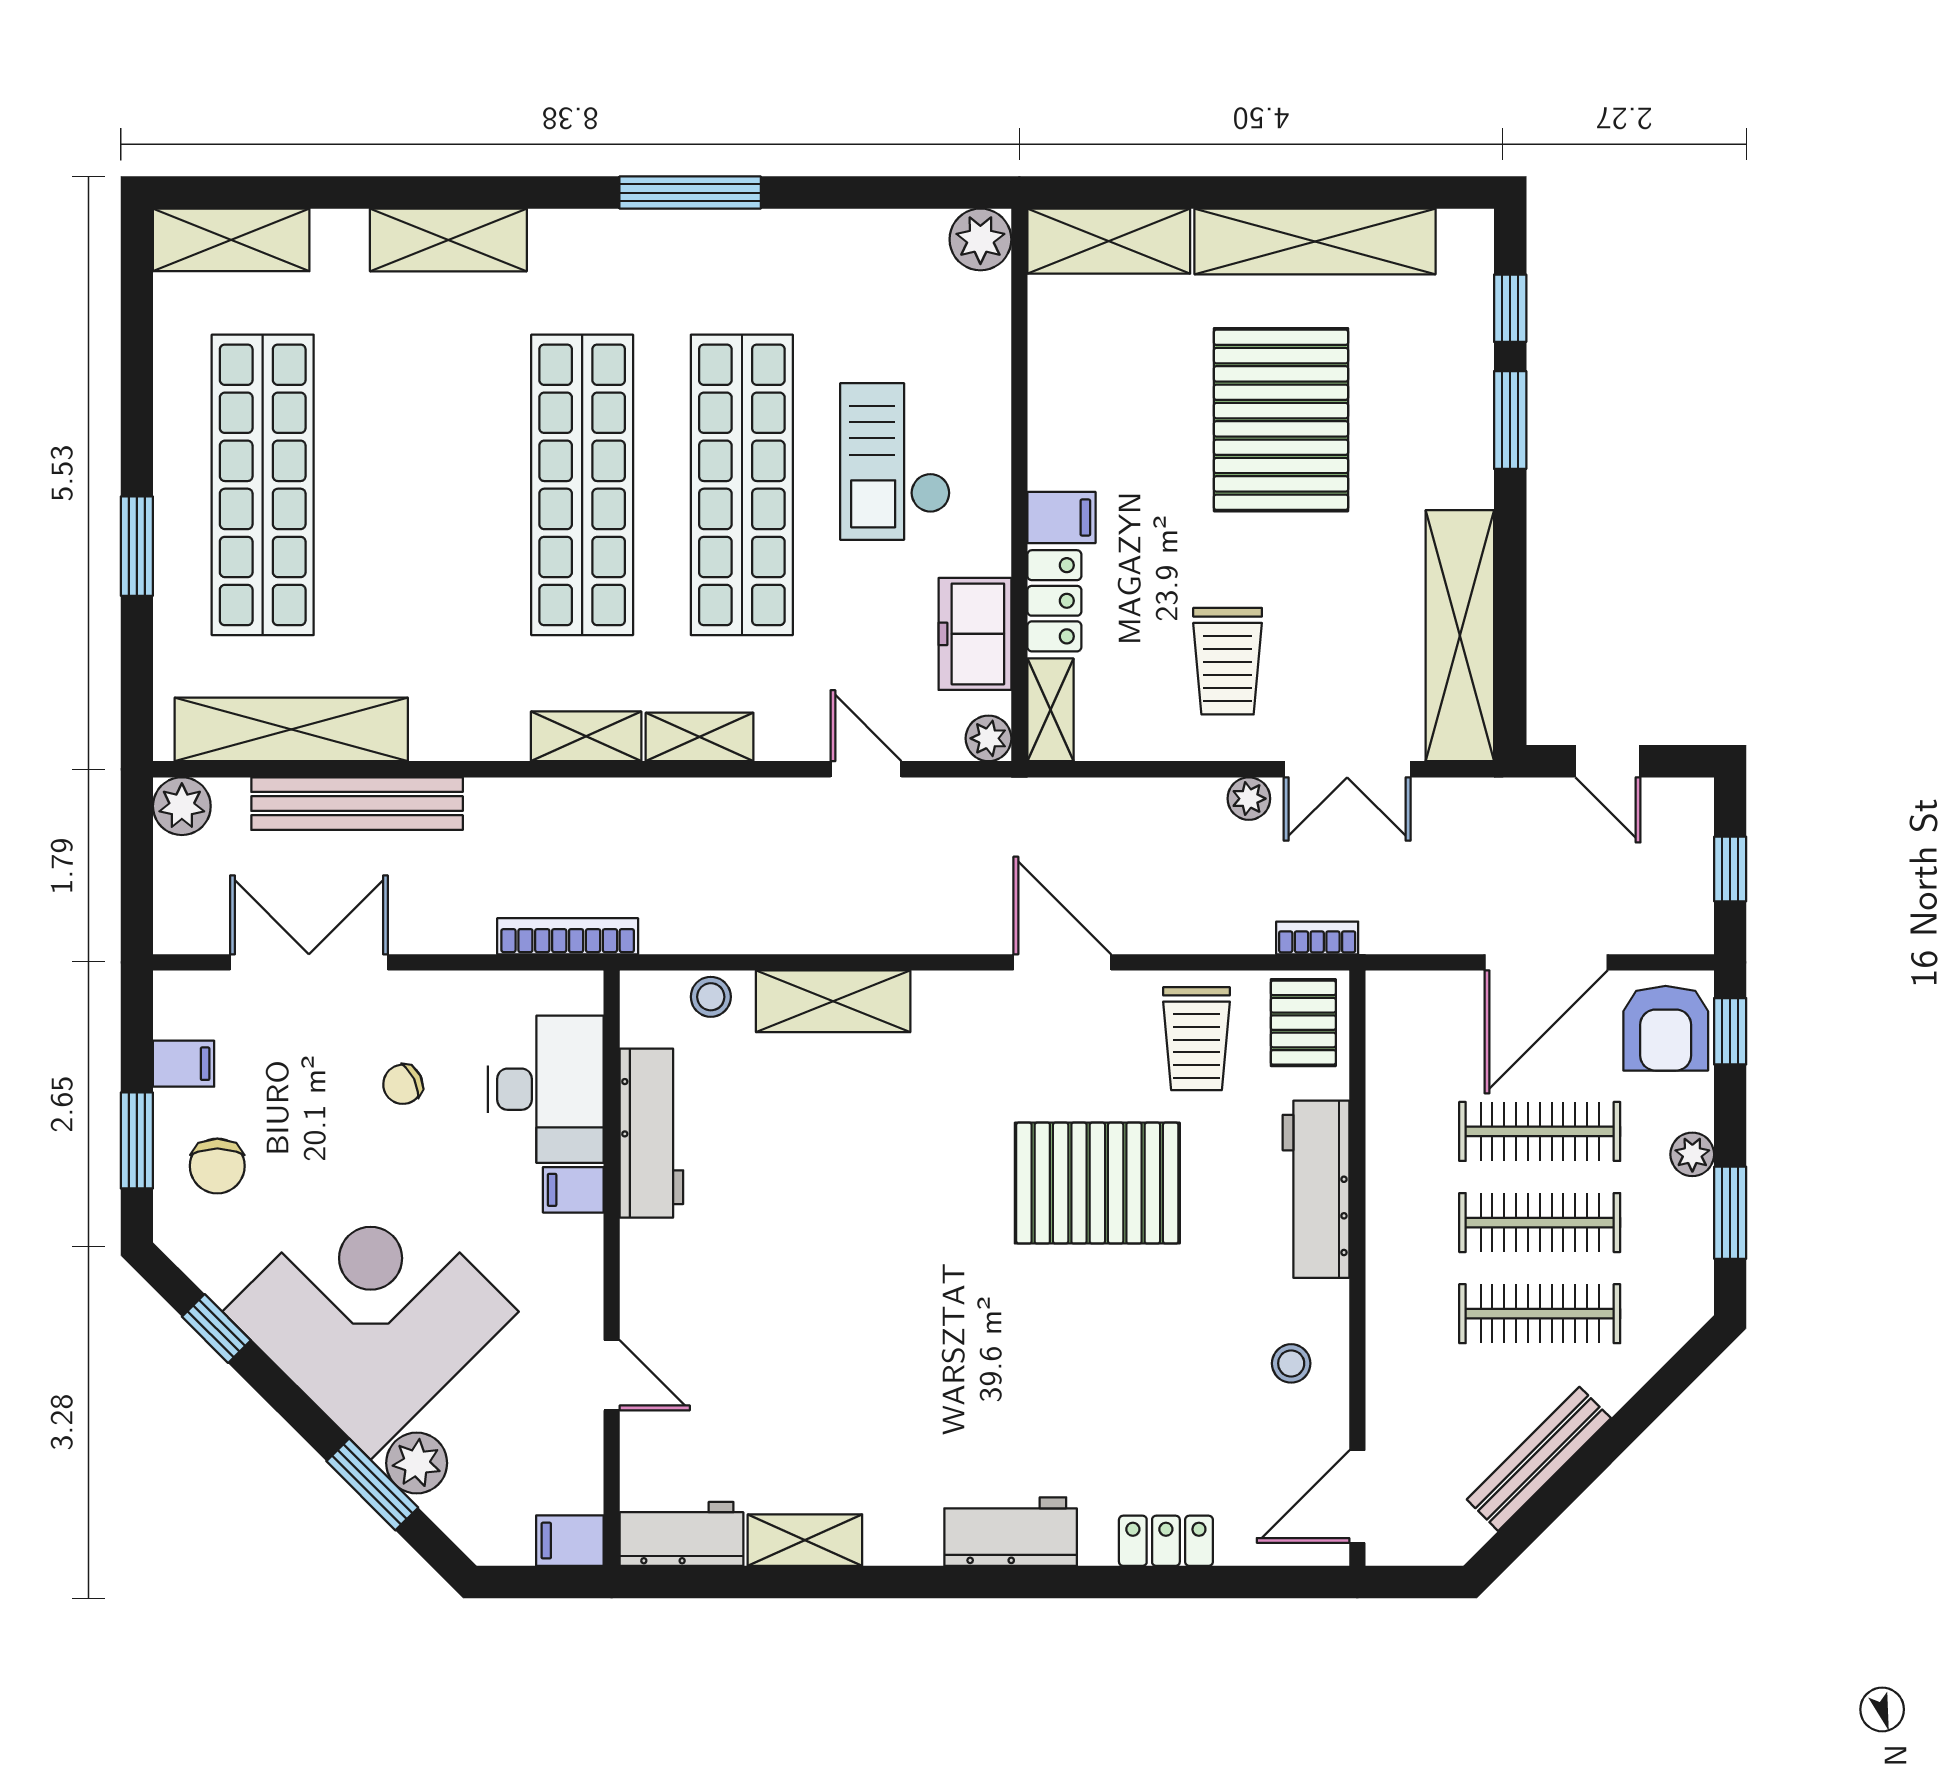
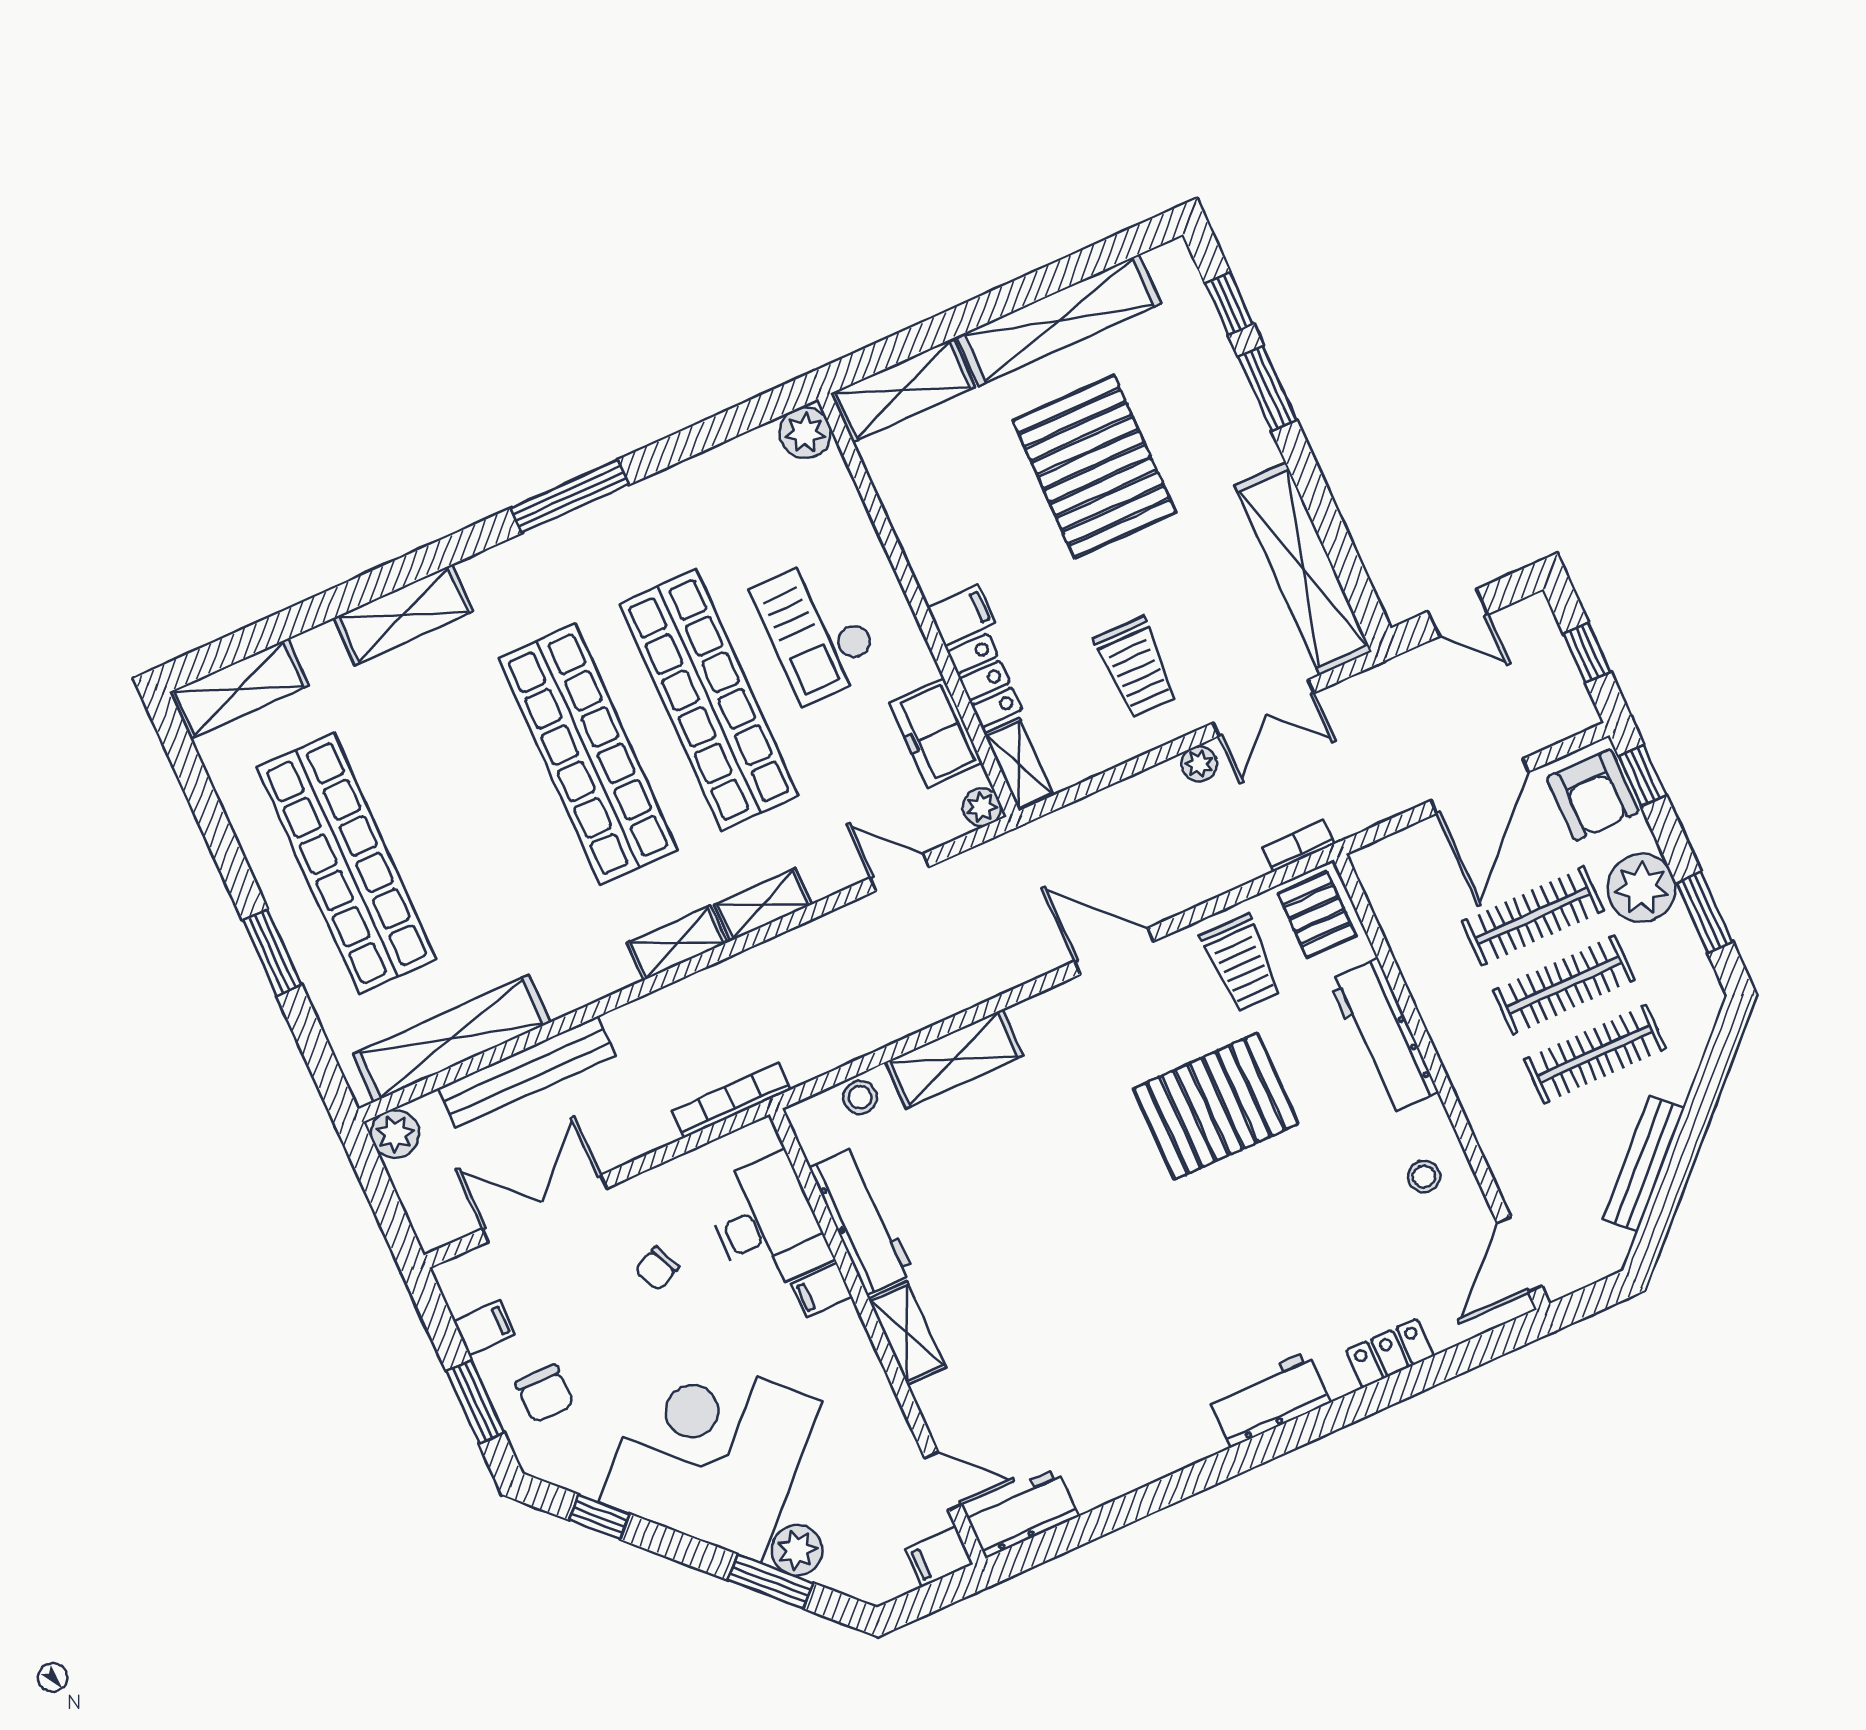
plant: (1692, 1154) -> (1641, 888), width x1.88, depth x1.88
door: (612, 1375) -> (943, 1481), moved
shelving: (805, 1540) -> (907, 1333), moved, turned 90

